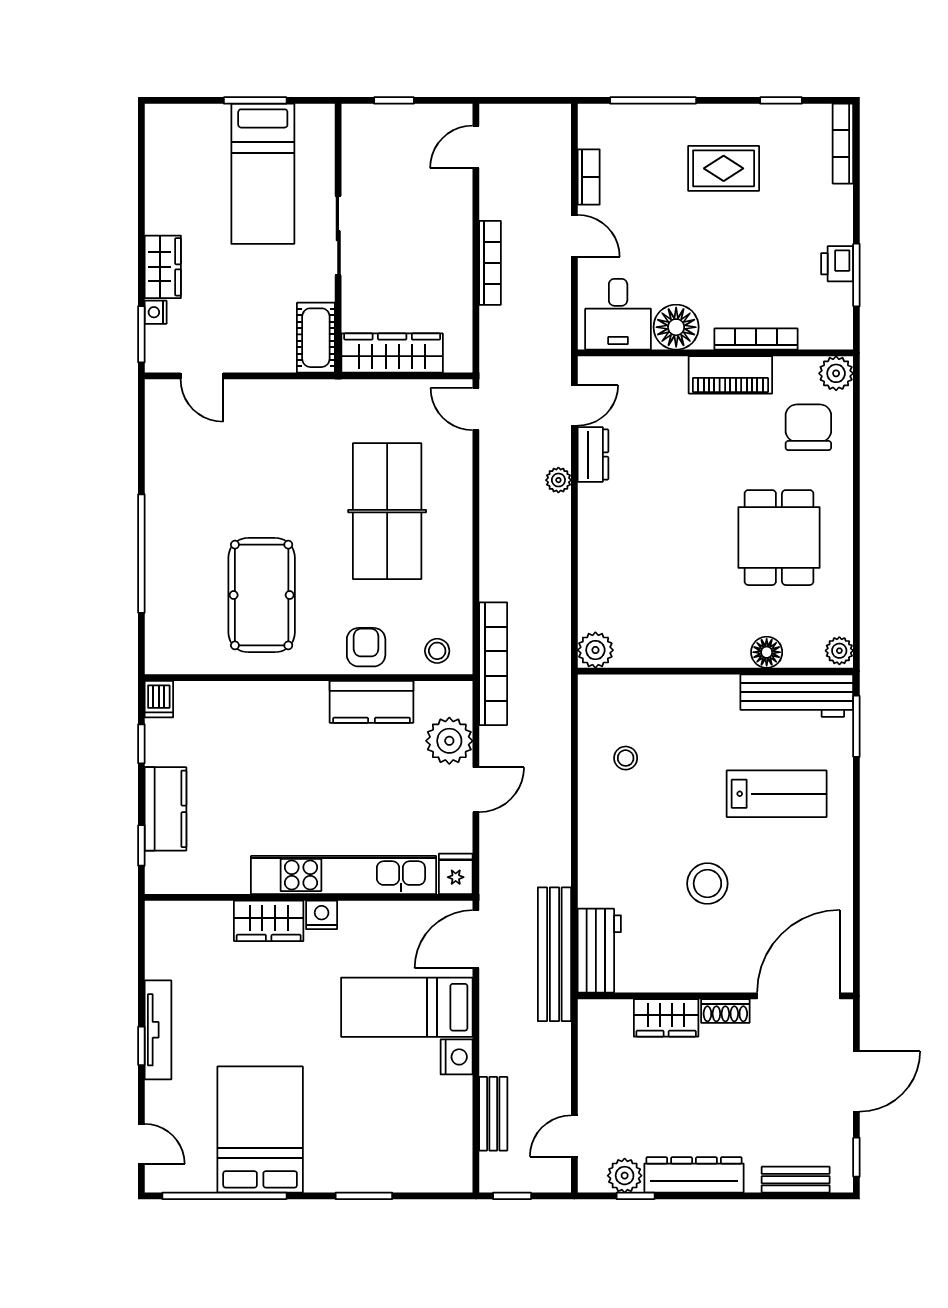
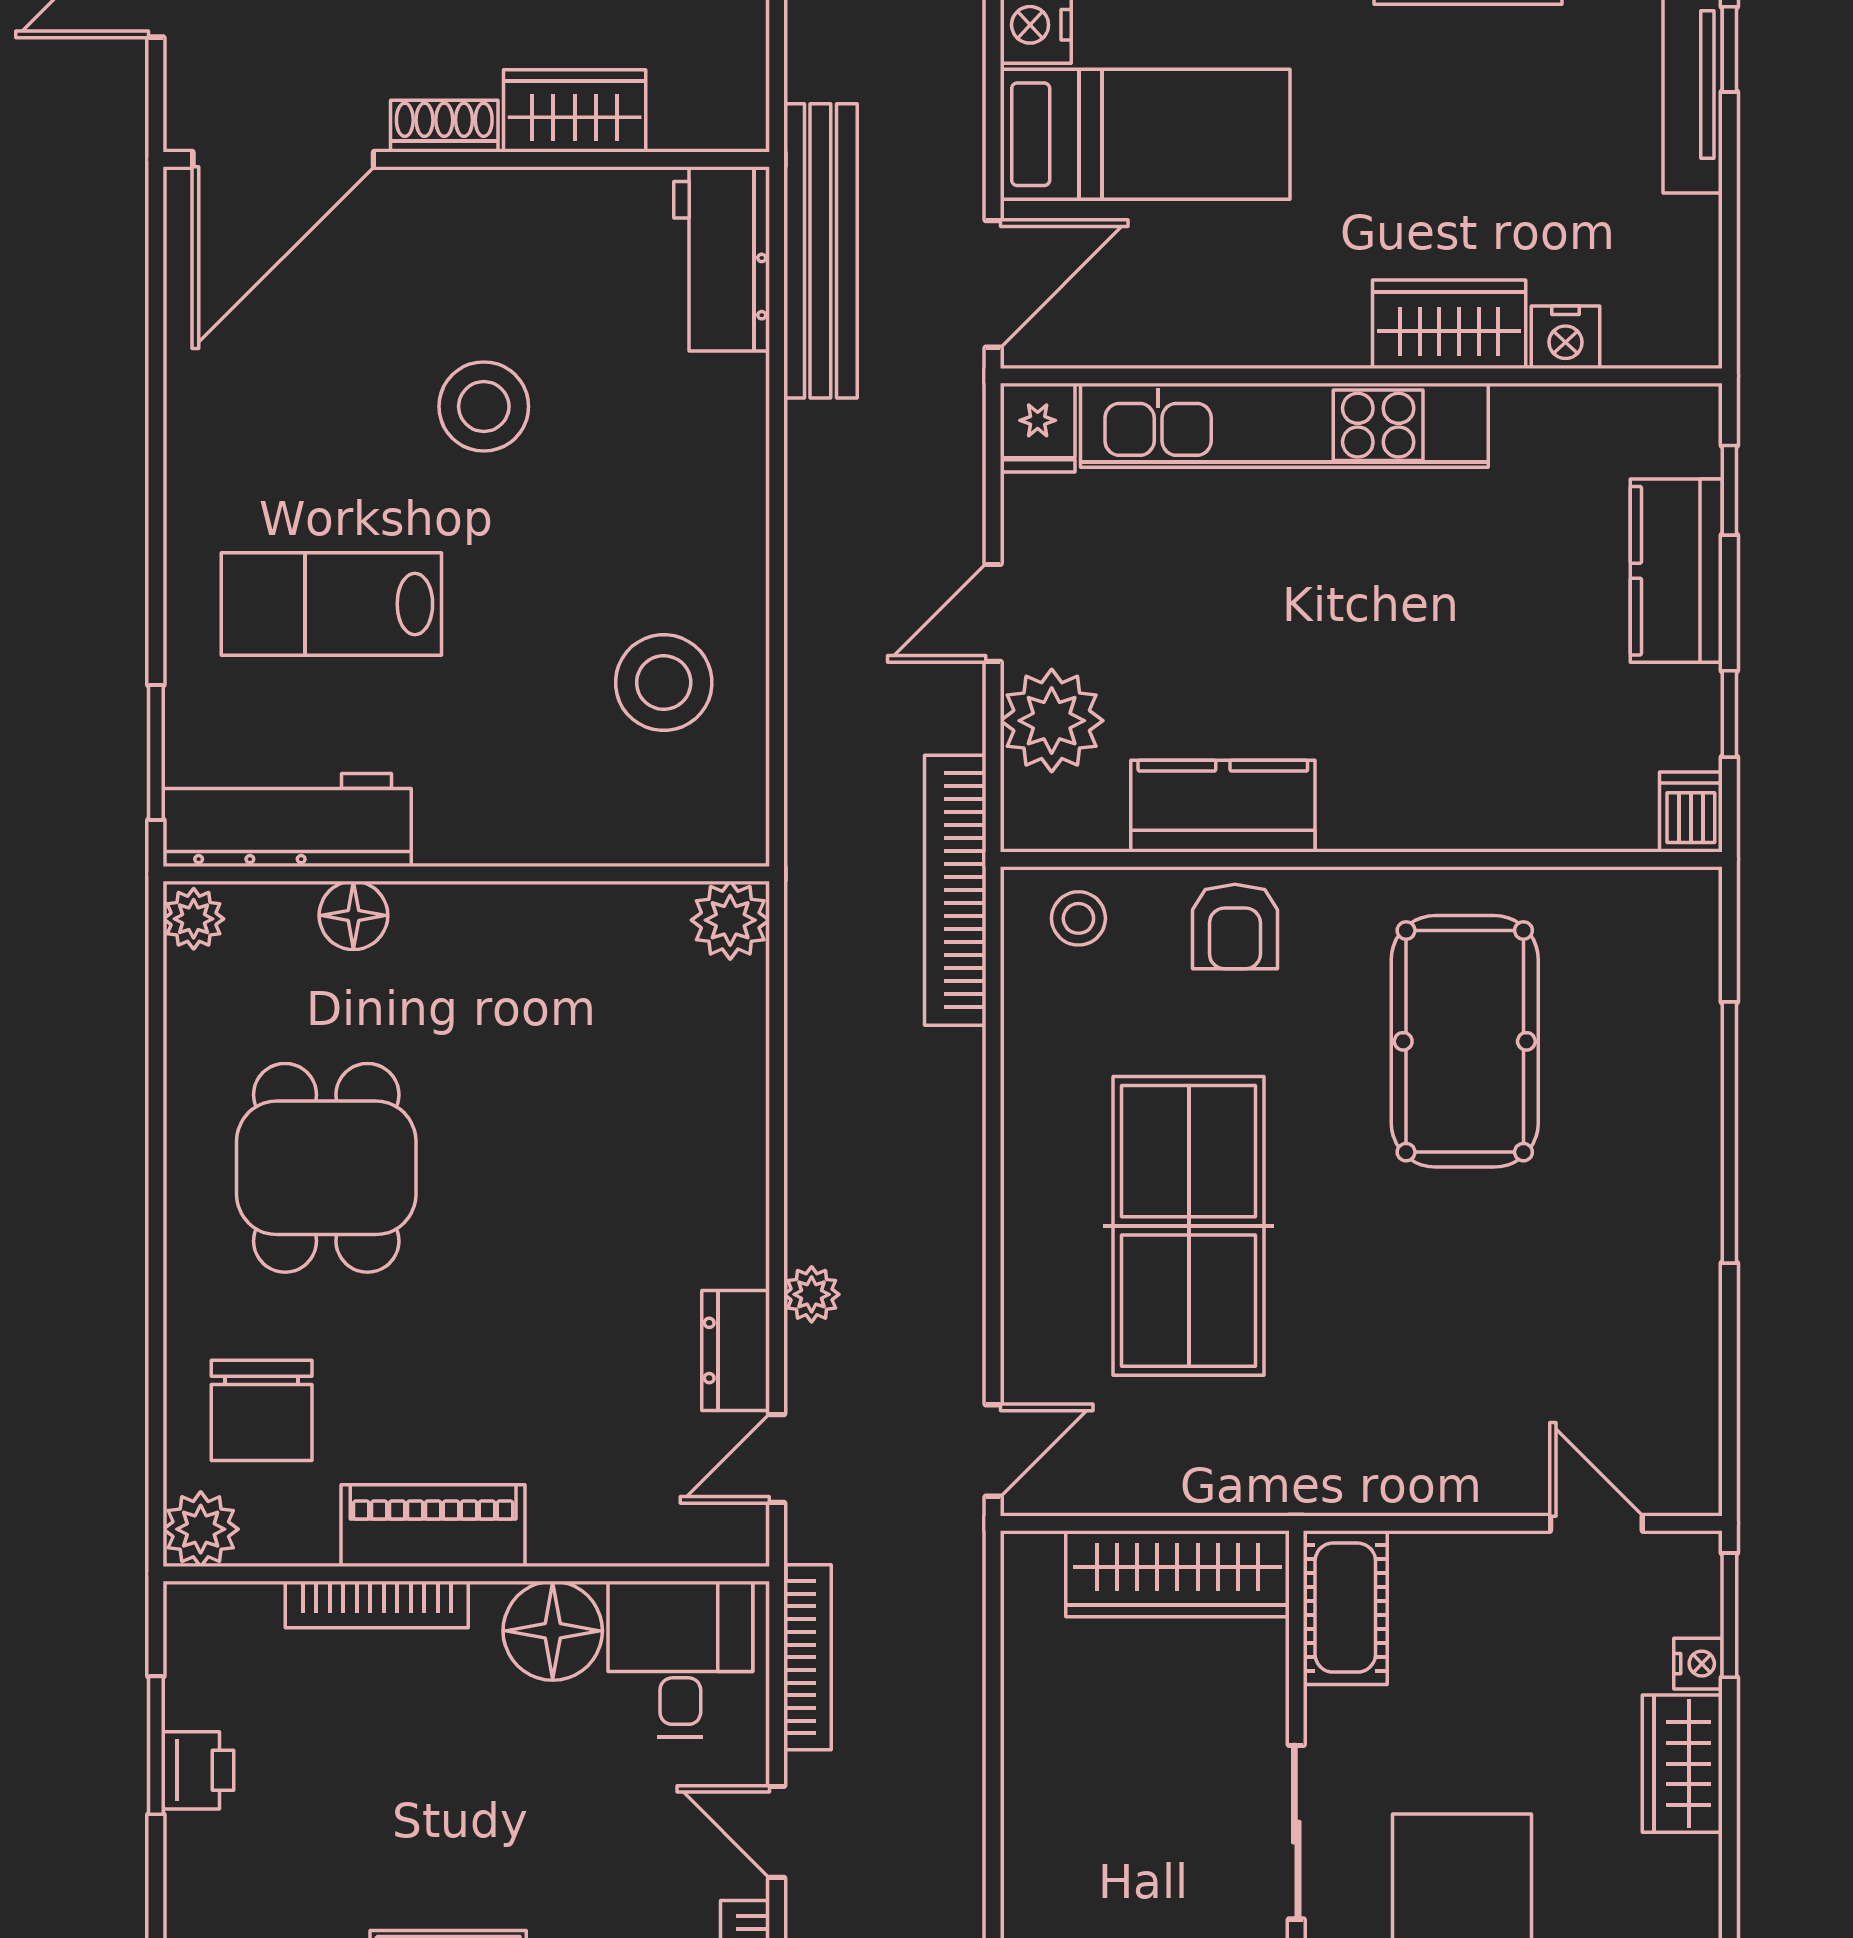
bookcase: (490, 263) -> (808, 1657), moved, turned 180
door: (476, 409) -> (993, 1451), hinge flipped
stool: (626, 758) -> (664, 683), width x1.89, depth x1.89
nightstand: (322, 915) -> (1566, 337), moved

